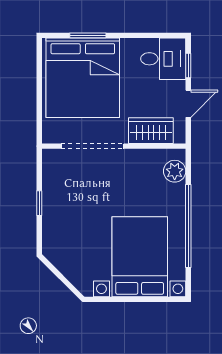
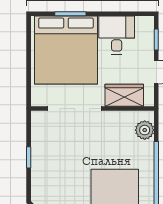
desk: (163, 59) -> (117, 35), moved, turned -90

